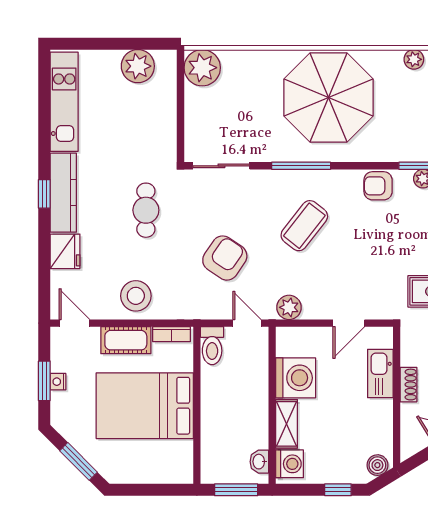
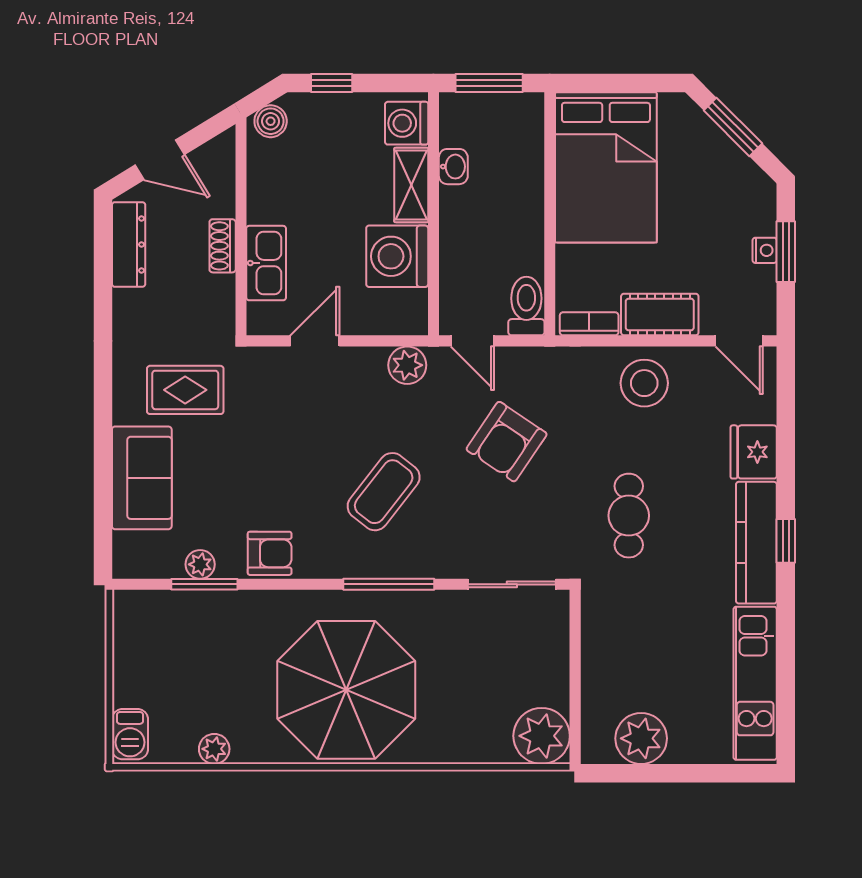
bed: (145, 406) -> (606, 167), moved, turned 90
washbasin: (259, 462) -> (453, 167), moved

